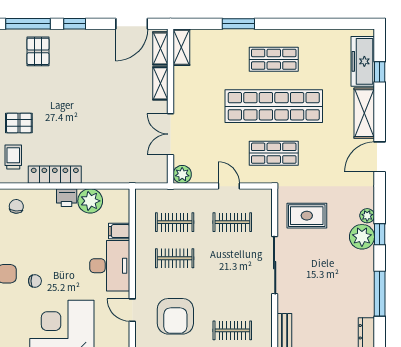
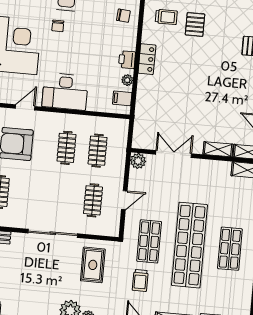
trolley: (320, 159) -> (140, 280), added
locker: (55, 175) -> (147, 59), width x0.66
plant: (90, 201) -> (127, 80), width x0.53, depth x0.53
filing cabinet: (119, 231) -> (122, 98), moved, turned -90

